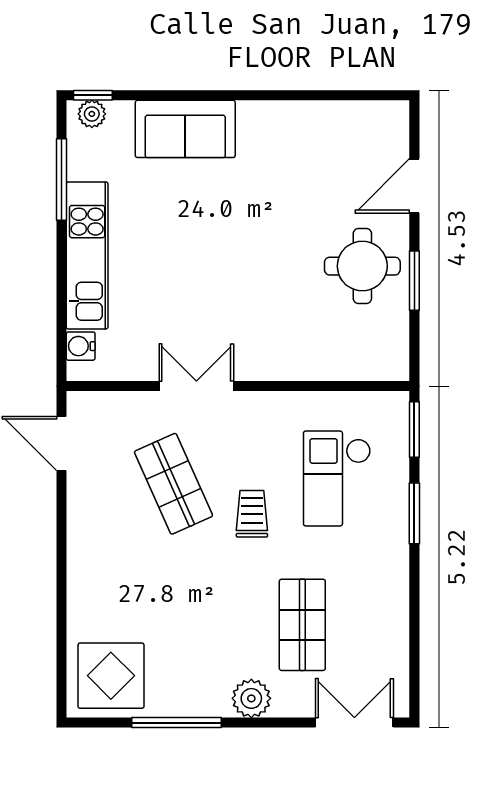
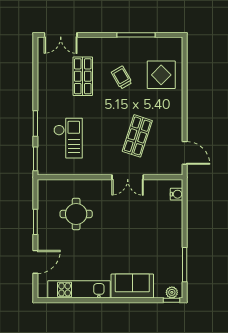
kitchen unit: (87, 255) -> (79, 289), moved, turned 90
round table: (362, 266) -> (76, 214), moved
shop shelf: (173, 484) -> (137, 136), turned 42
trolley: (252, 514) -> (122, 77), moved, turned 150
display table: (111, 676) -> (161, 75), moved
plant: (251, 698) -> (104, 45), removed

